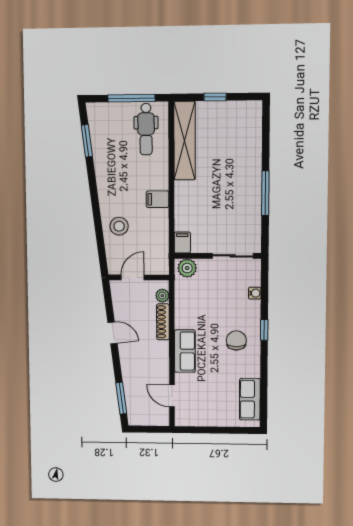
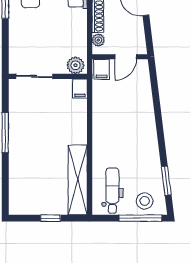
window: (131, 98) -> (140, 218), moved
filing cabinet: (158, 199) -> (102, 69), moved, turned 90
stool: (119, 226) -> (145, 201), moved
water cooler: (255, 293) -> (14, 42), removed

